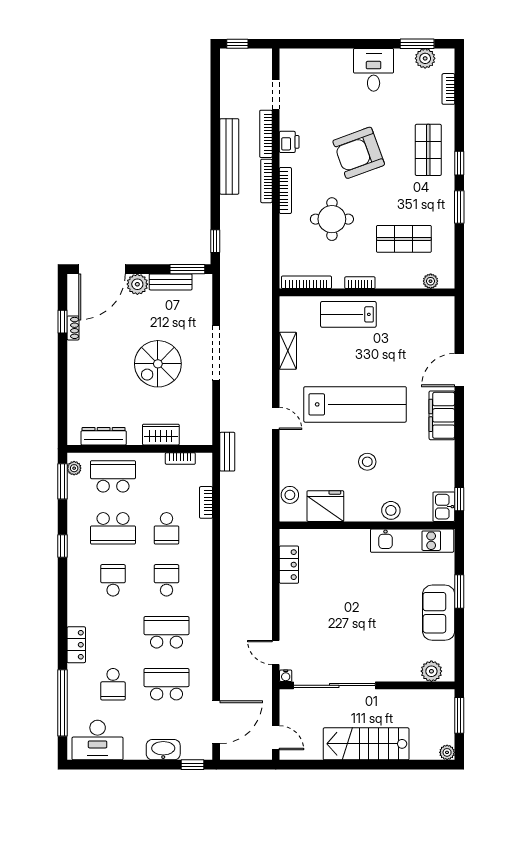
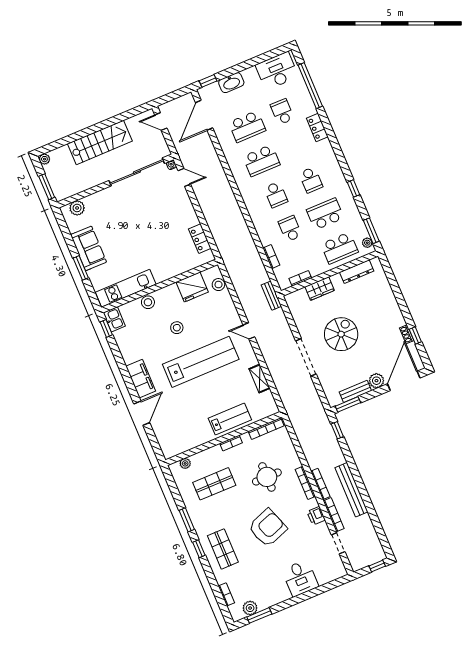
desk: (374, 70) -> (300, 578), moved
lab bench: (355, 404) -> (201, 362), turned 180

